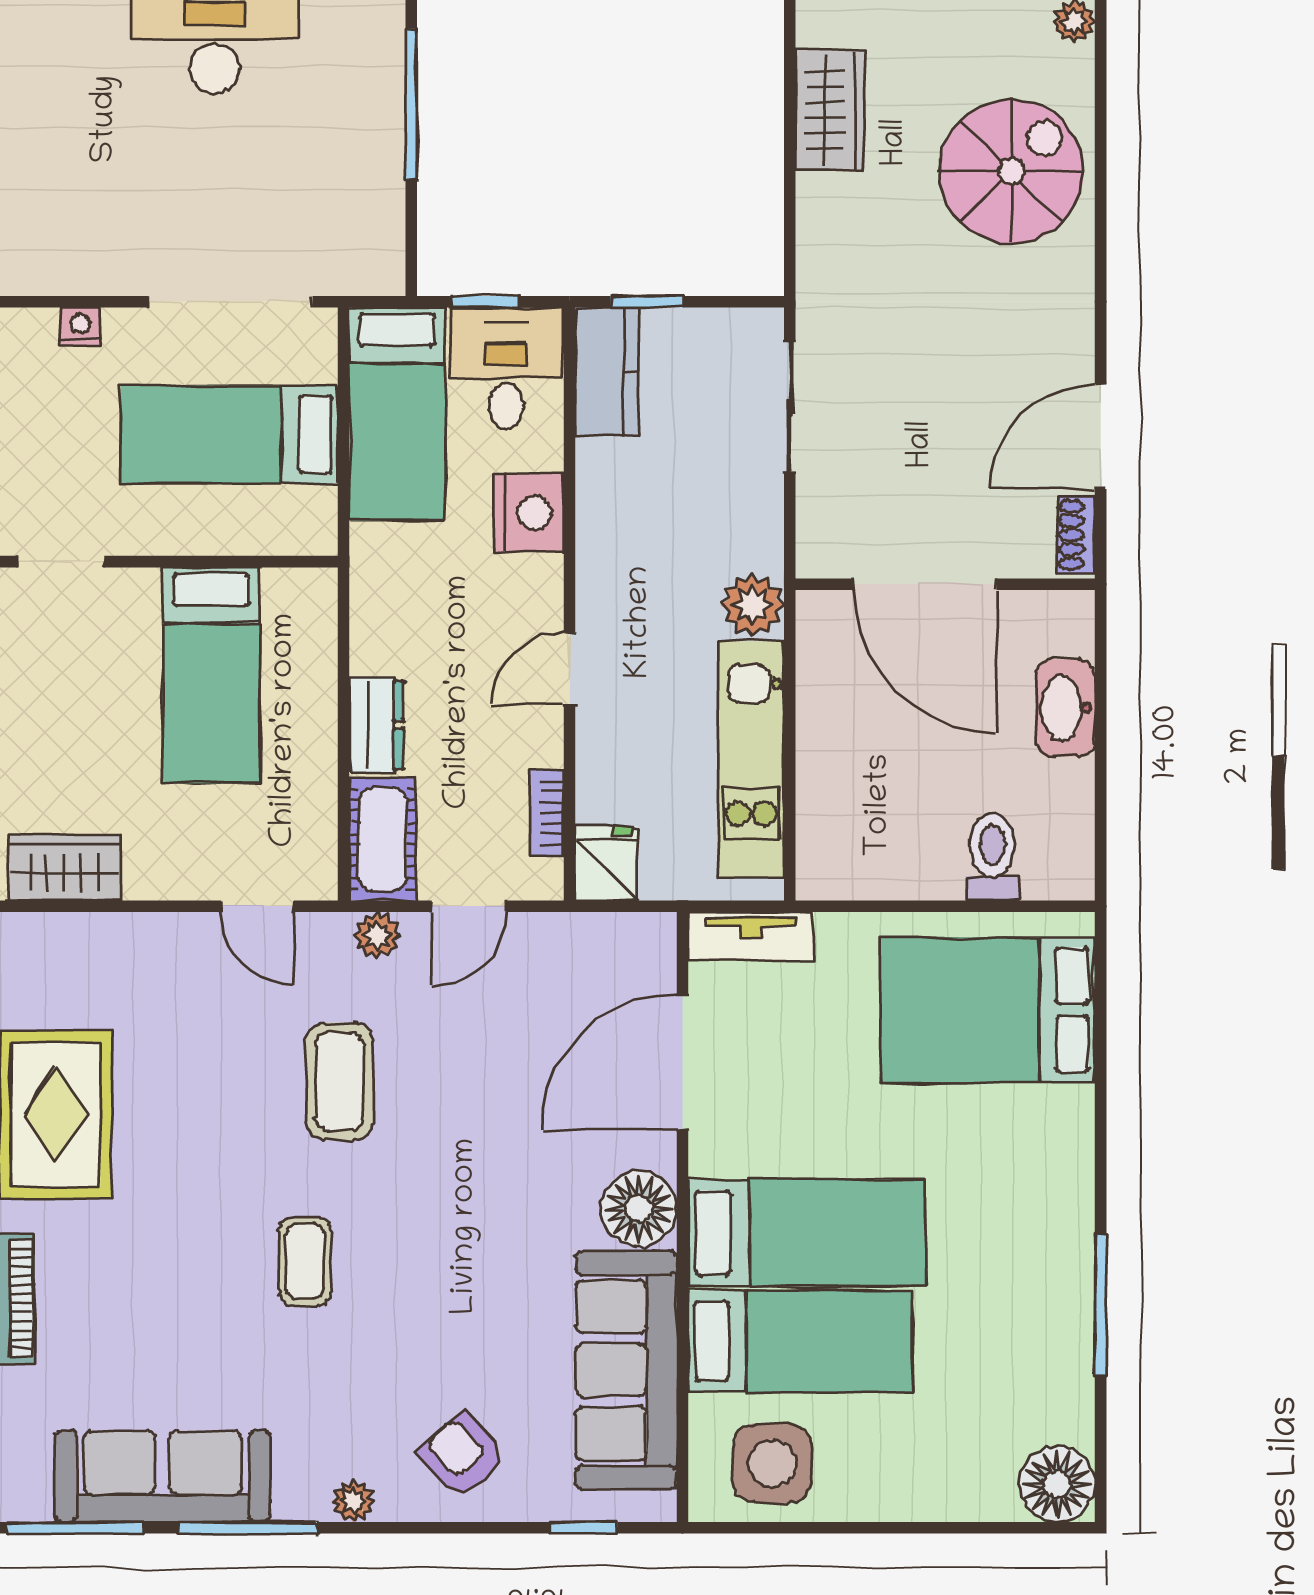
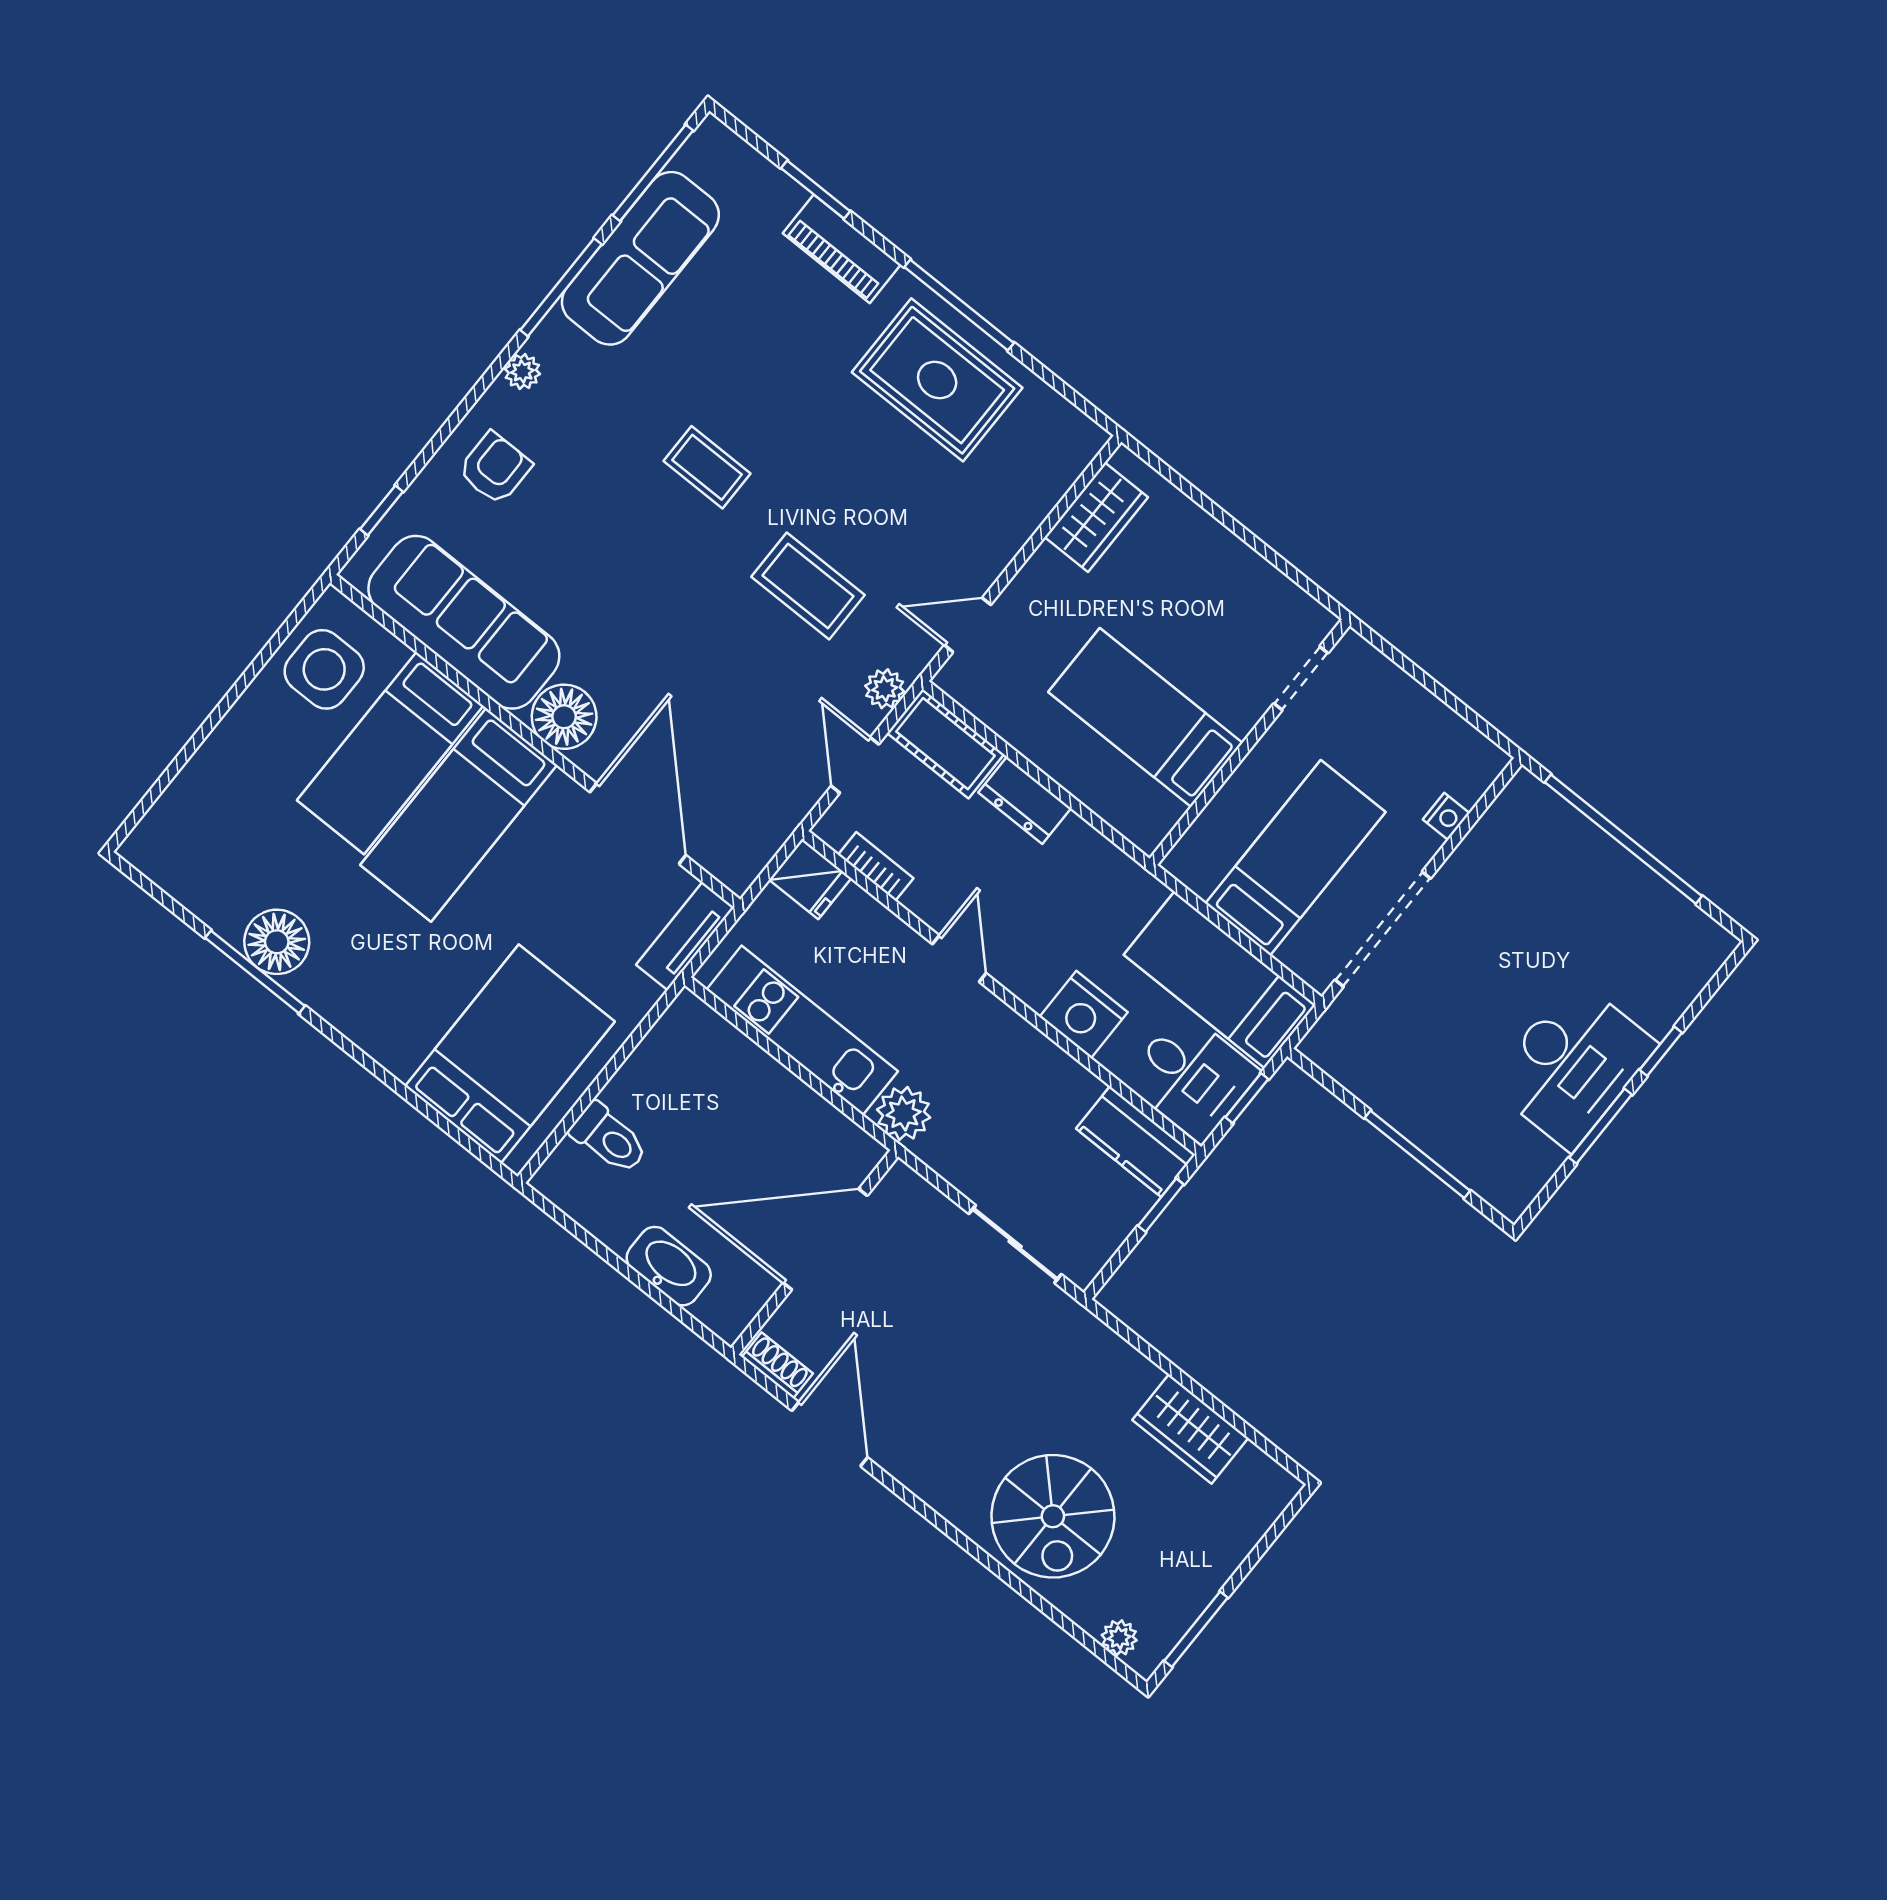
armchair: (462, 1455) -> (495, 468), turned -48
floor lamp: (1057, 1484) -> (277, 942), moved

